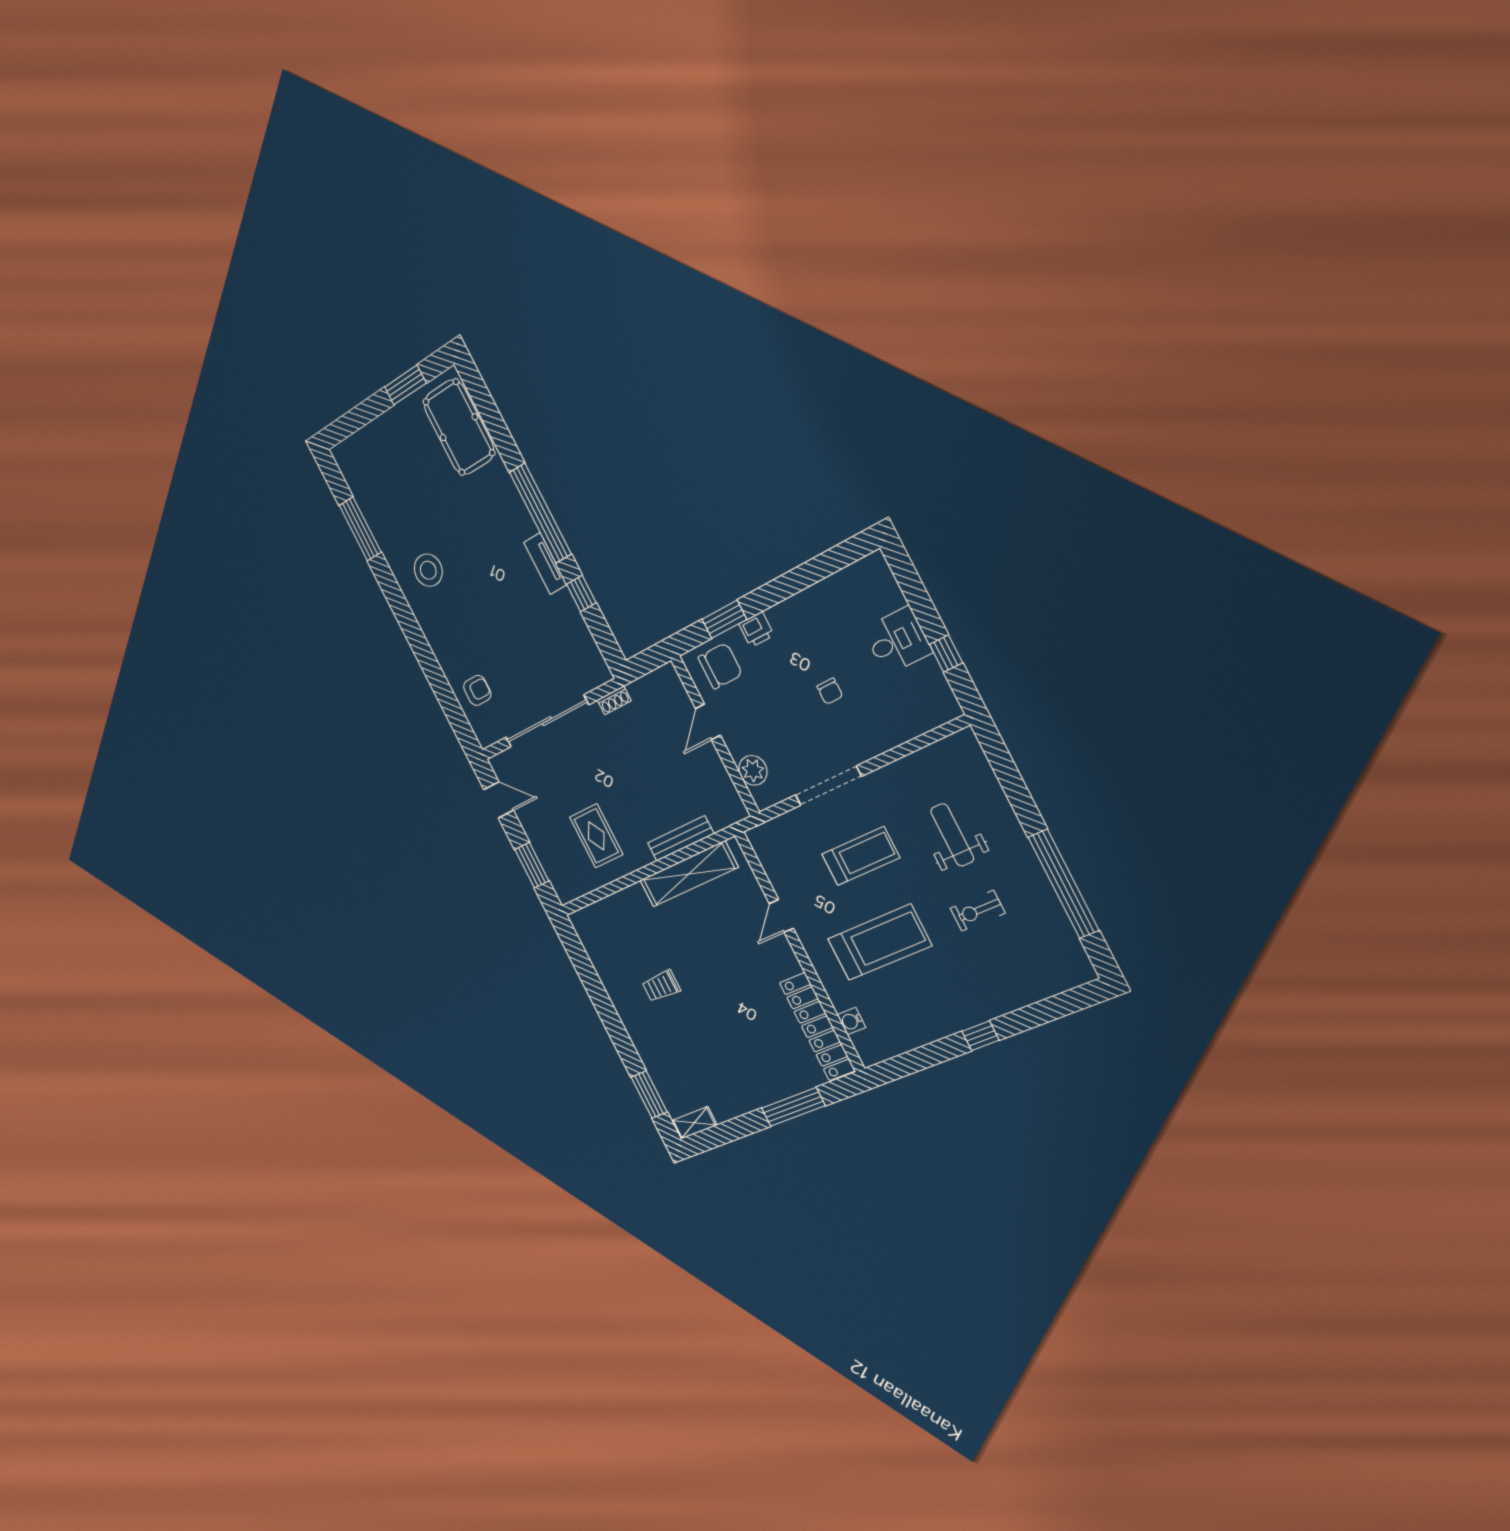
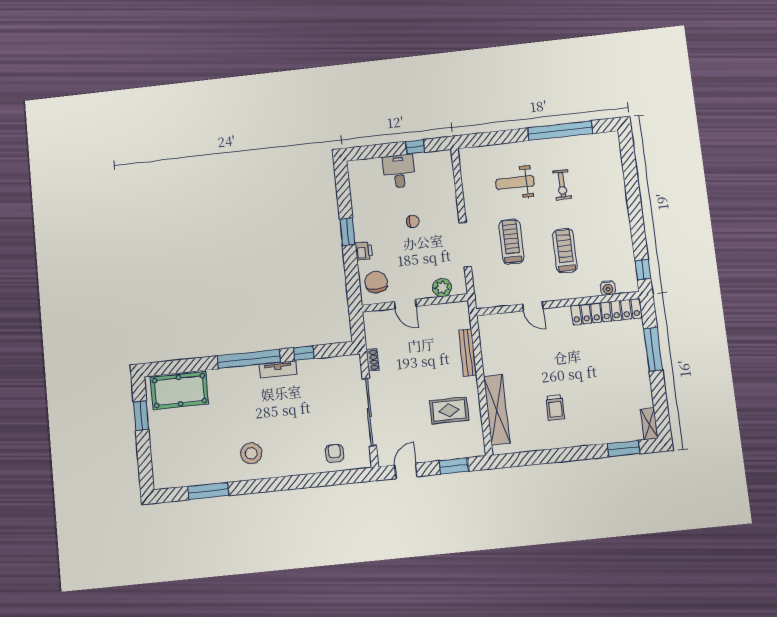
window: (724, 619) -> (347, 232), moved
shelving: (689, 874) -> (497, 410), moved
treadmill: (880, 942) -> (565, 251), width x0.73, depth x0.73
window: (981, 1036) -> (643, 270), moved

